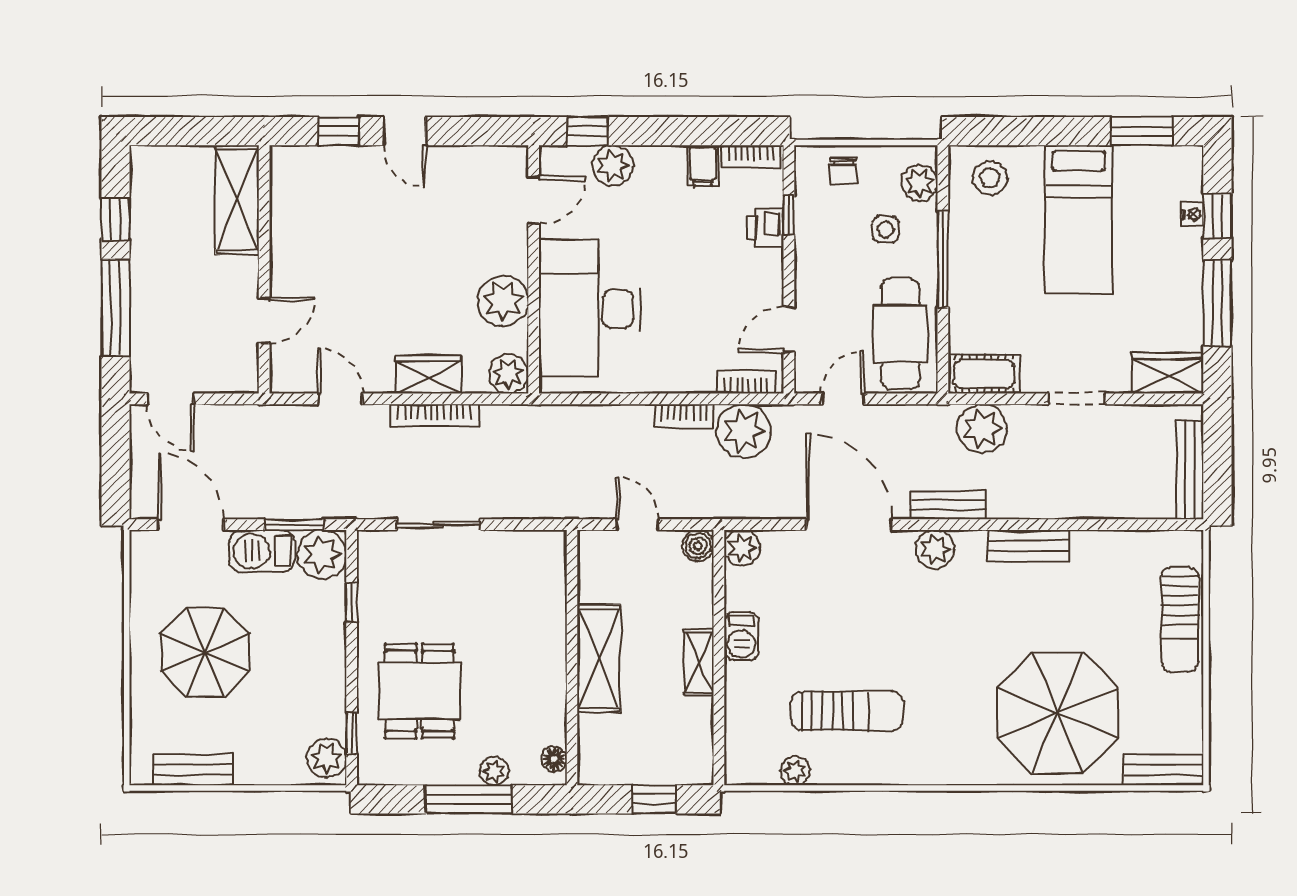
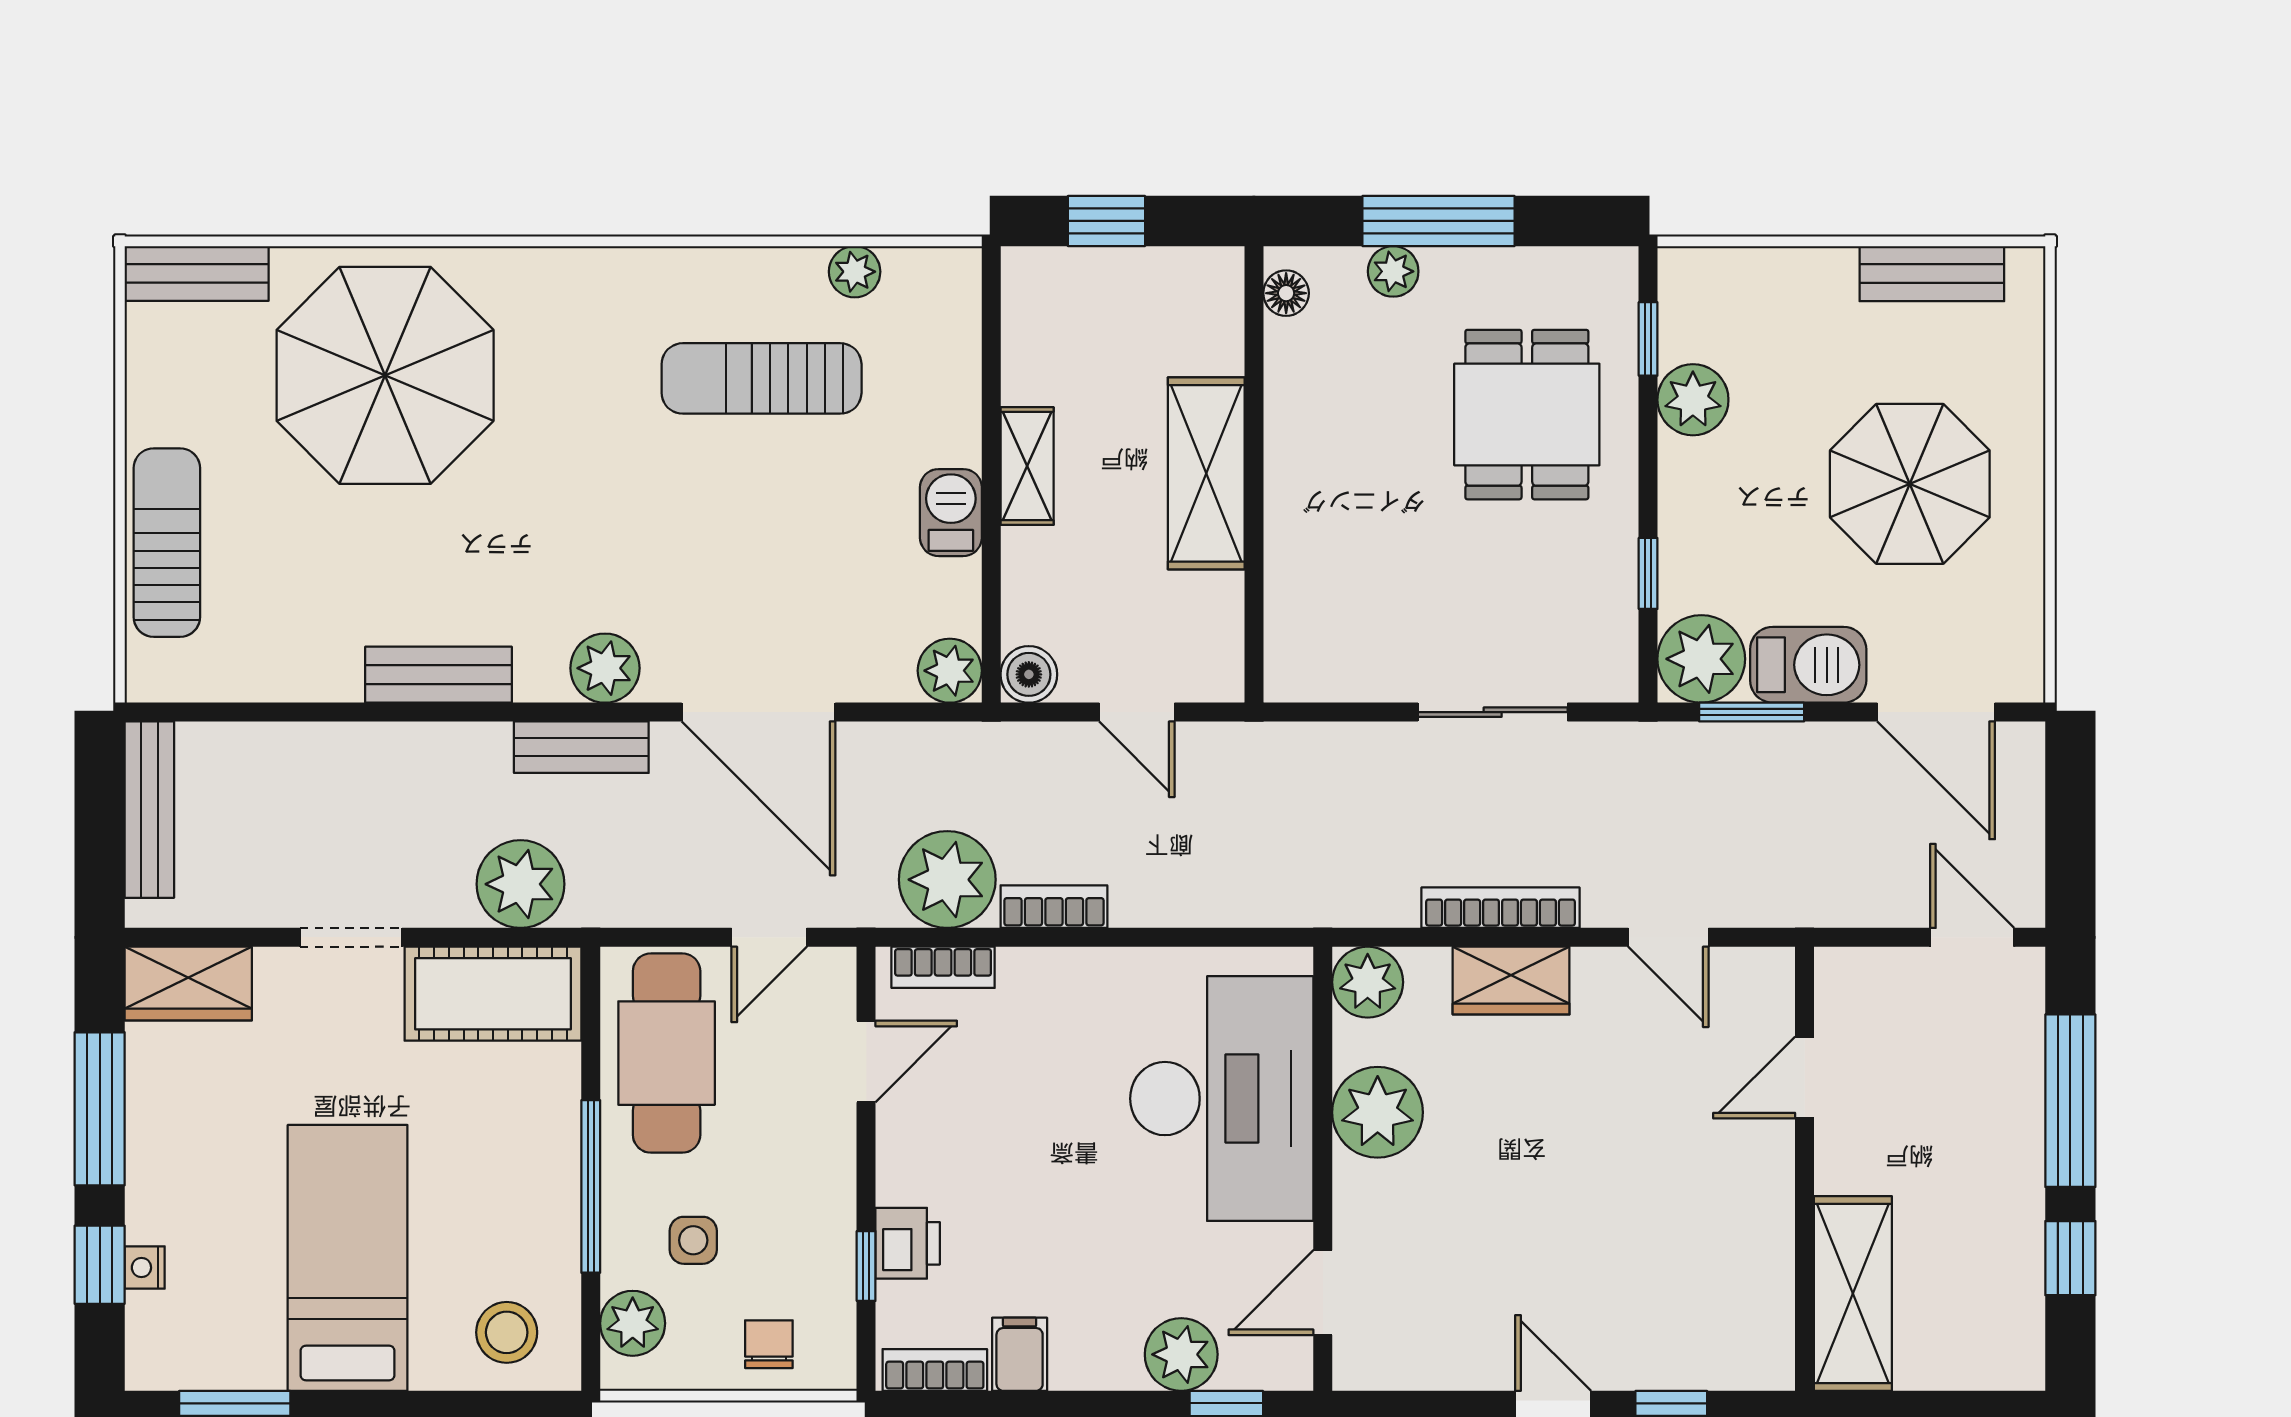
cot: (984, 374) -> (493, 994), width x1.37, depth x1.34
plant: (327, 758) -> (1693, 400), moved

